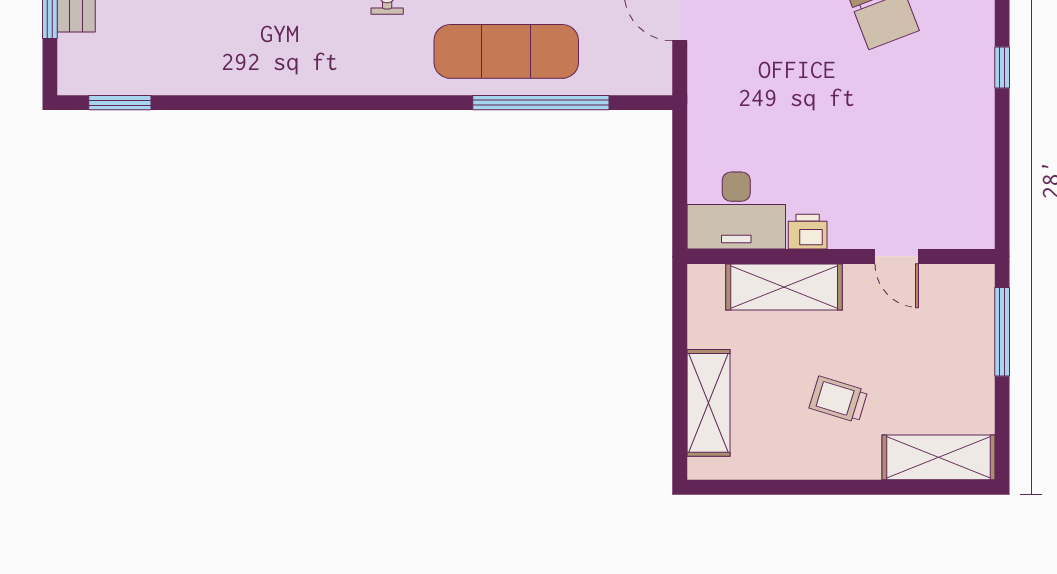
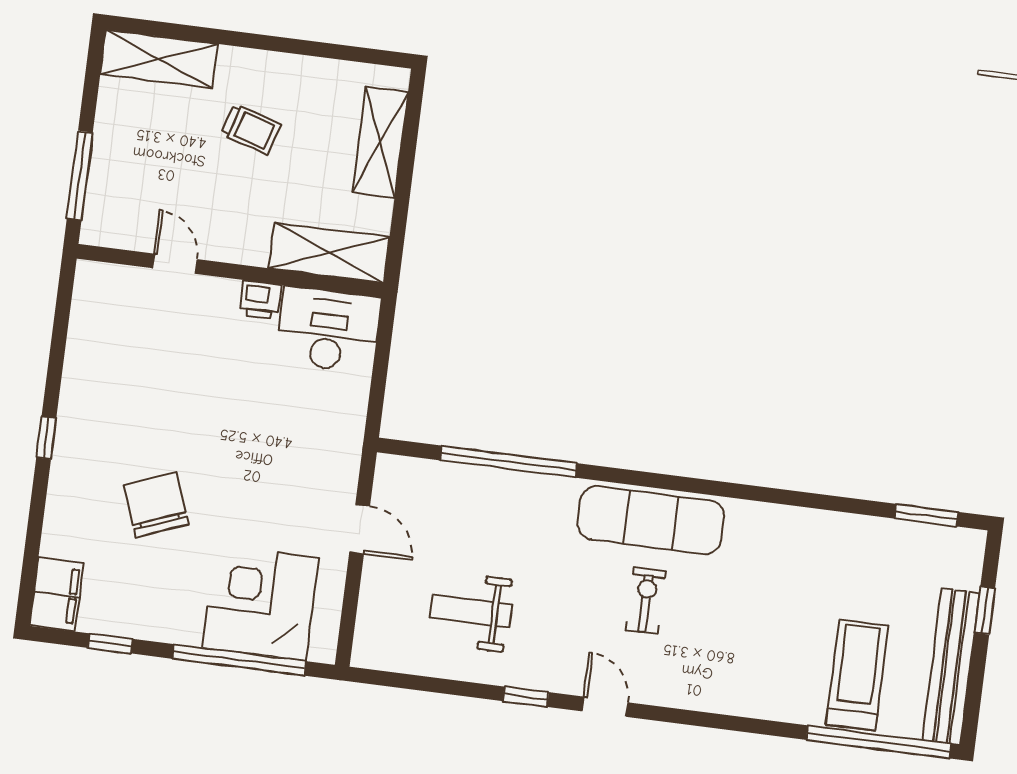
exercise mat: (506, 51) -> (651, 520), moved
shelving: (784, 287) -> (329, 253), moved

